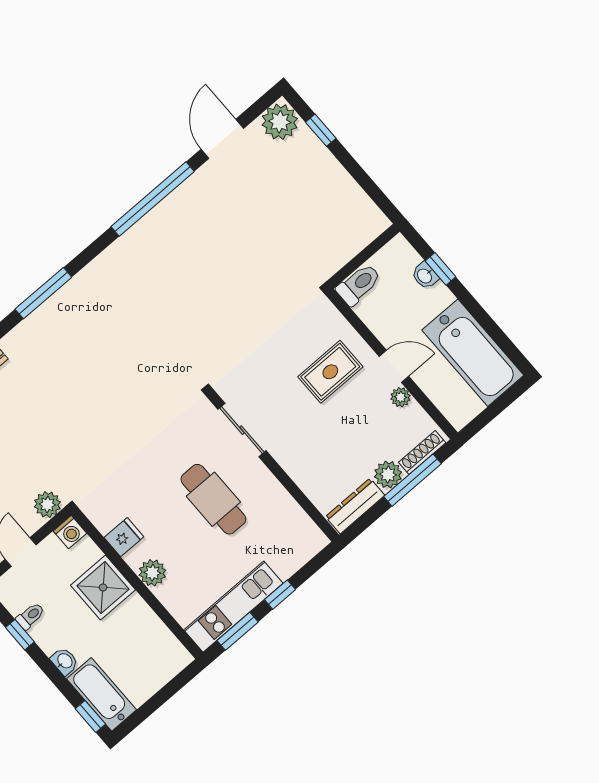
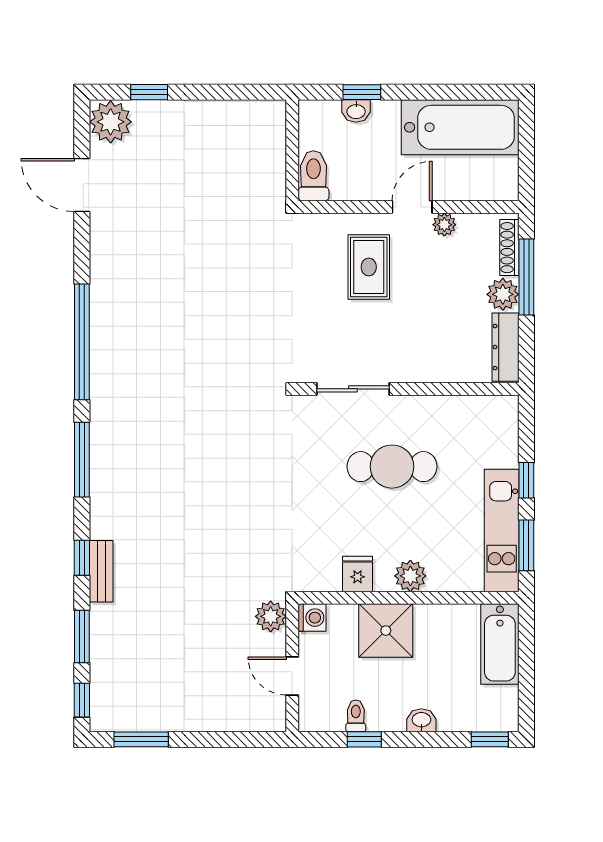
window: (153, 199) -> (82, 342), moved
bathtub: (101, 694) -> (500, 644), moved, turned -90

